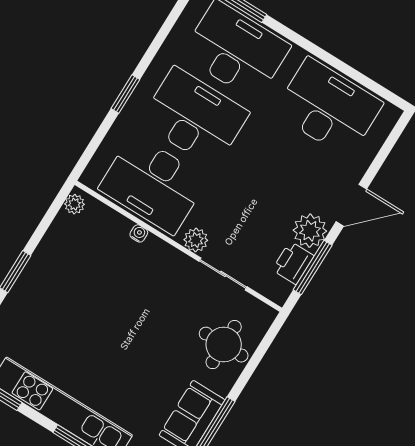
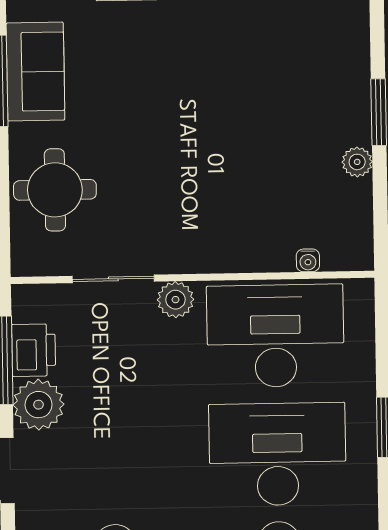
desk: (195, 117) -> (277, 454), turned 180
plant: (75, 204) -> (357, 162), moved
water cooler: (139, 233) -> (308, 260), moved

